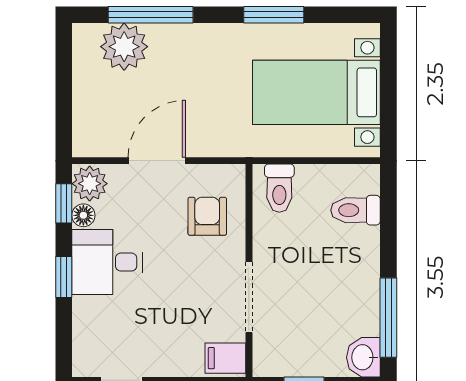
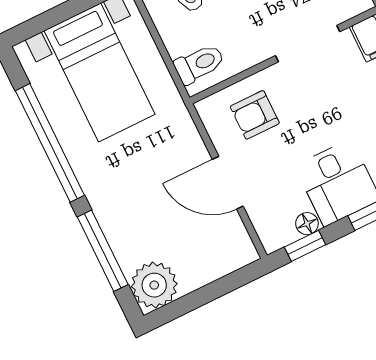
window: (274, 15) -> (50, 143), width x2.11
plant: (124, 47) -> (154, 285), moved
plant: (90, 184) -> (276, 232), removed

